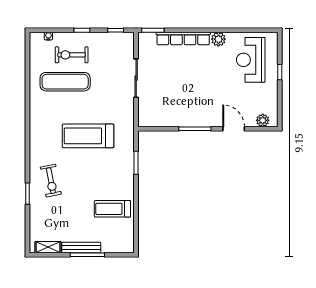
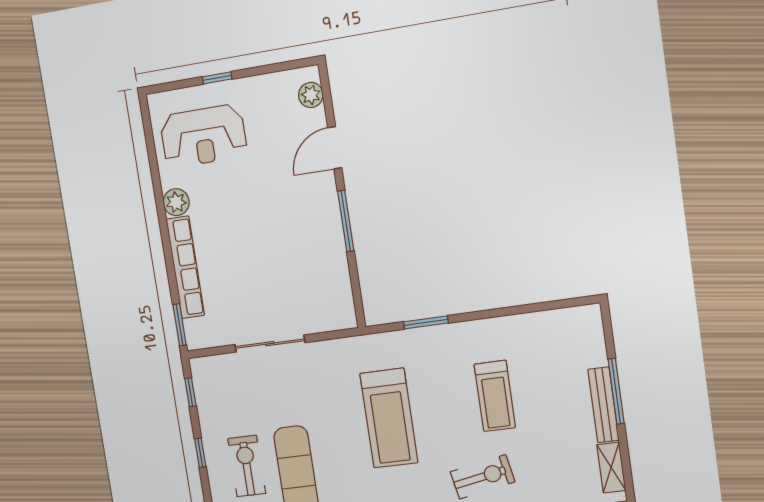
exercise bike: (72, 55) -> (247, 466), turned 180
treadmill: (112, 209) -> (495, 396), moved

